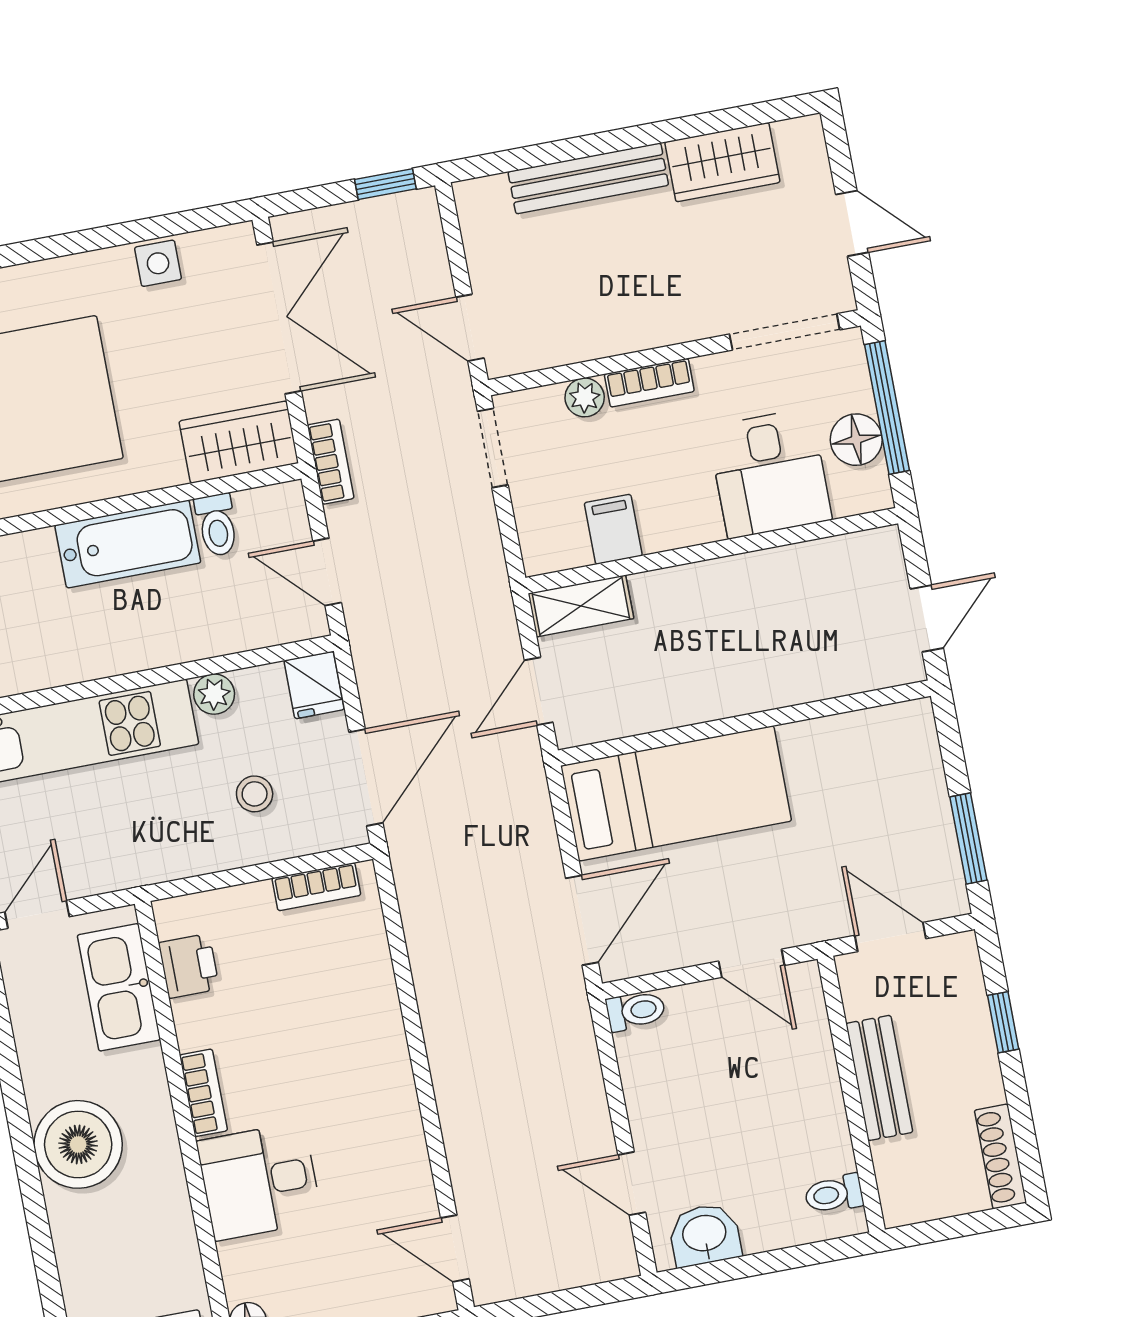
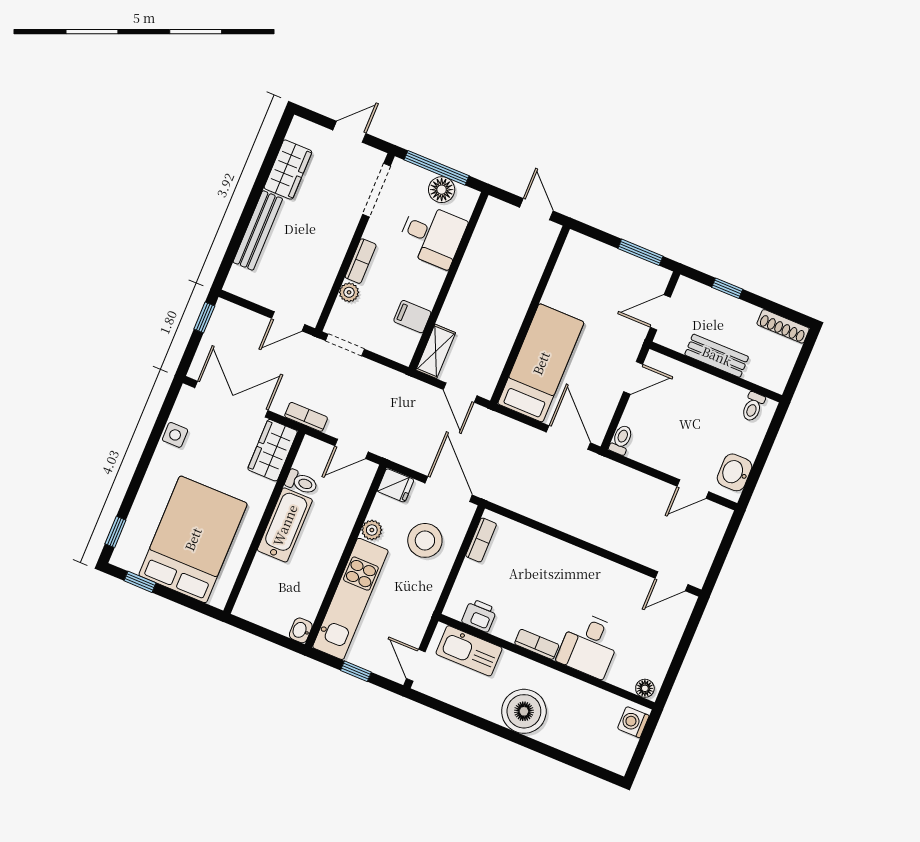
stool: (255, 794) -> (425, 540), width x1.89, depth x1.89

